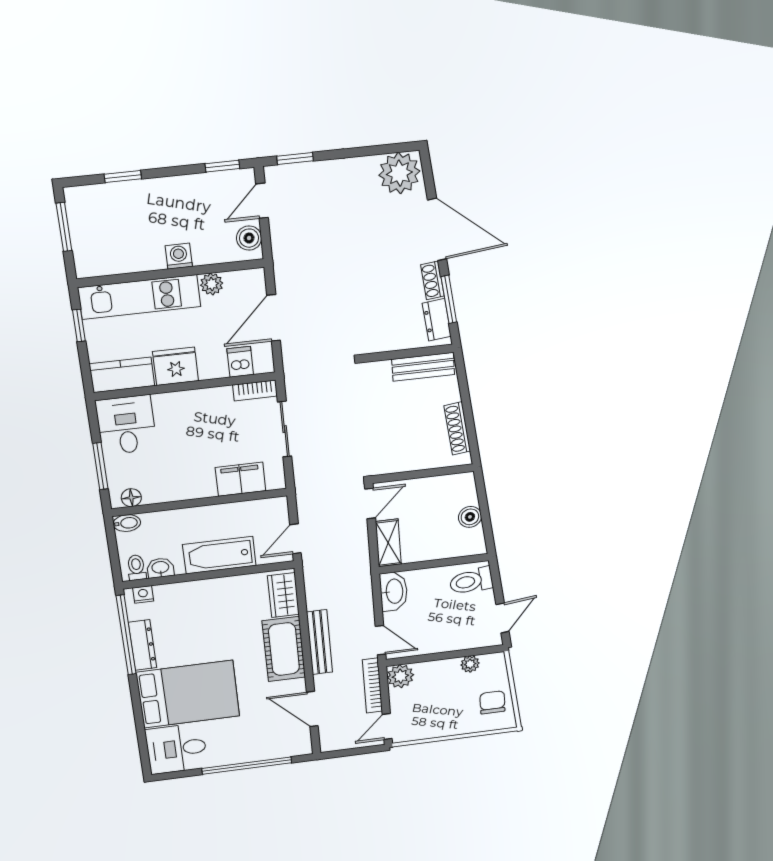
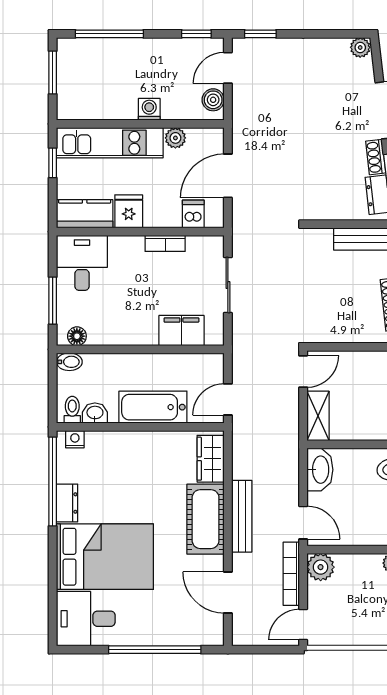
plant: (399, 173) -> (360, 47), width x0.53, depth x0.53
window: (123, 176) -> (109, 34), width x2.17
fridge: (176, 366) -> (129, 211), width x0.72
bookcase: (255, 390) -> (165, 243), moved
dresser: (142, 645) -> (67, 503), width x0.70

